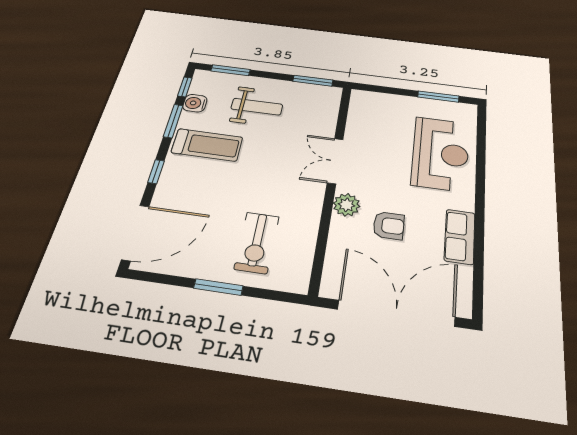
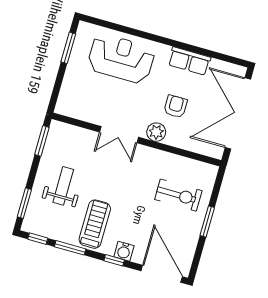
water cooler: (195, 103) -> (124, 251), moved

